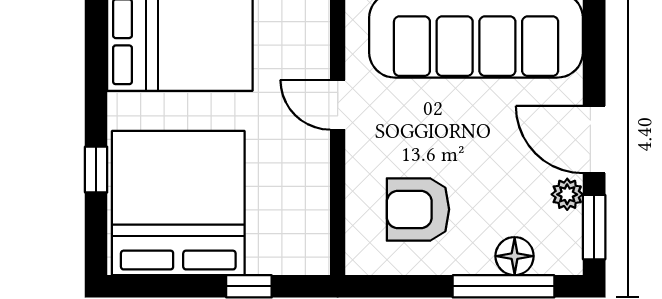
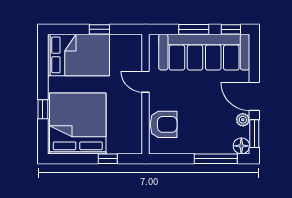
armchair: (418, 209) -> (164, 124), moved, turned 180
floor lamp: (515, 256) -> (241, 146), moved

